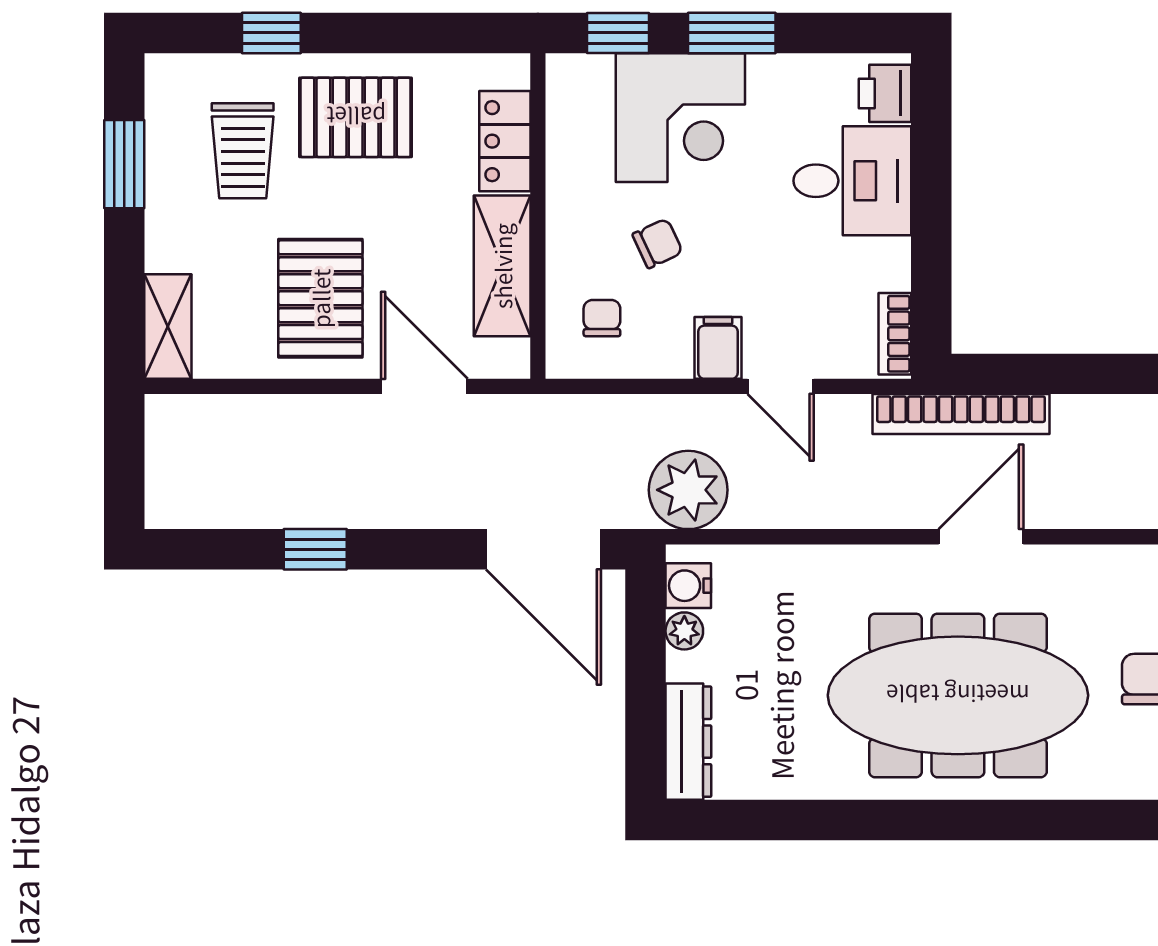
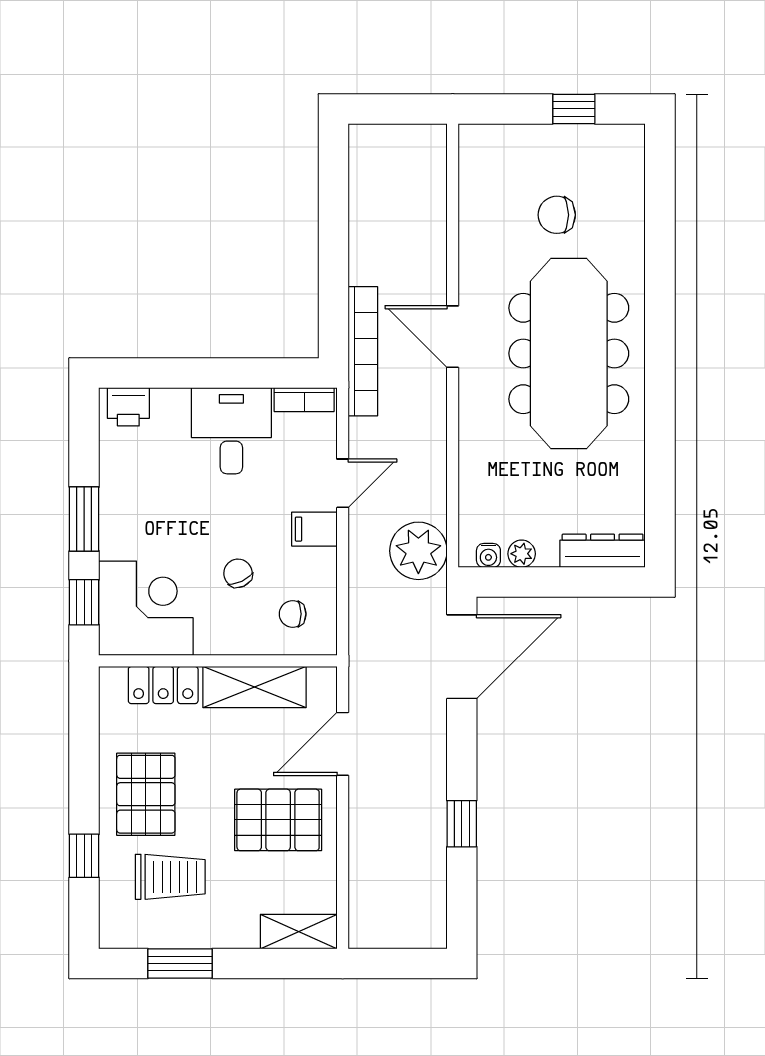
corner desk: (680, 118) -> (146, 608), moved
desk: (852, 181) -> (231, 431), moved
water cooler: (688, 586) -> (488, 555), width x0.72, depth x0.72

